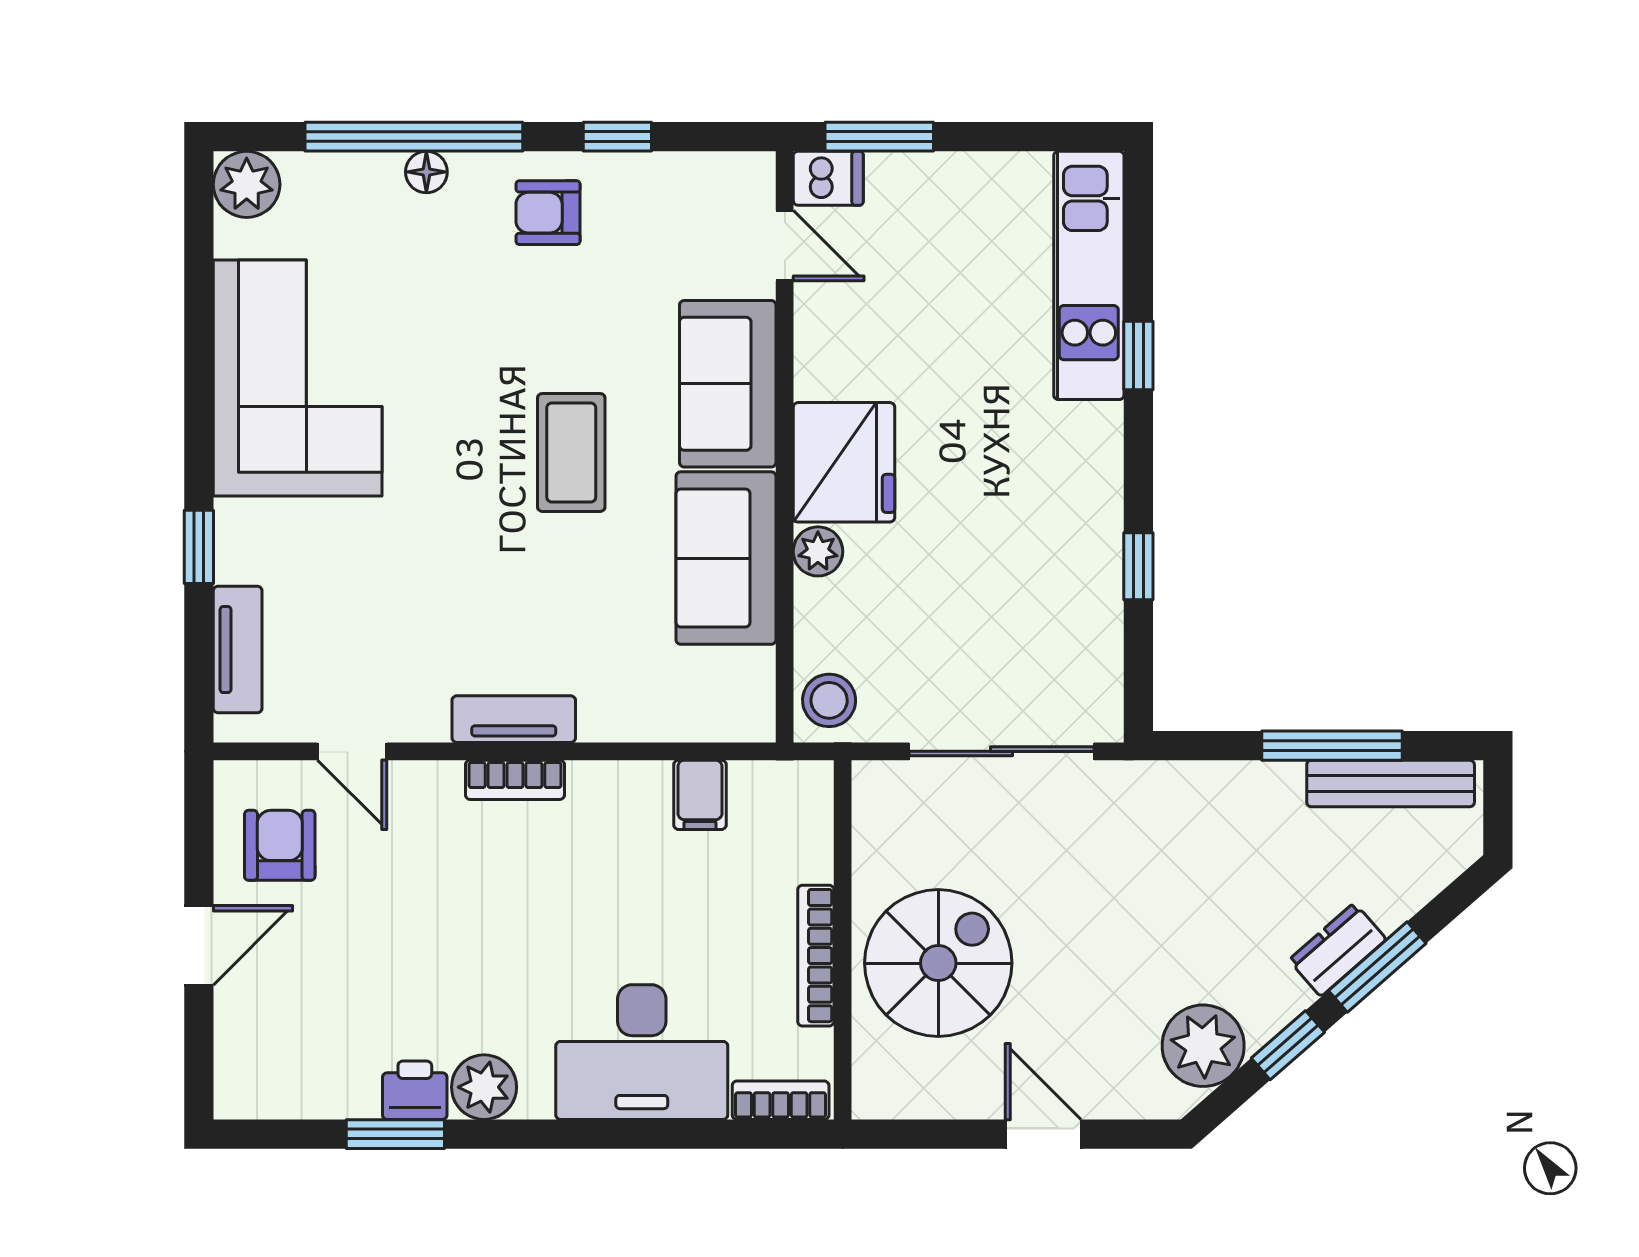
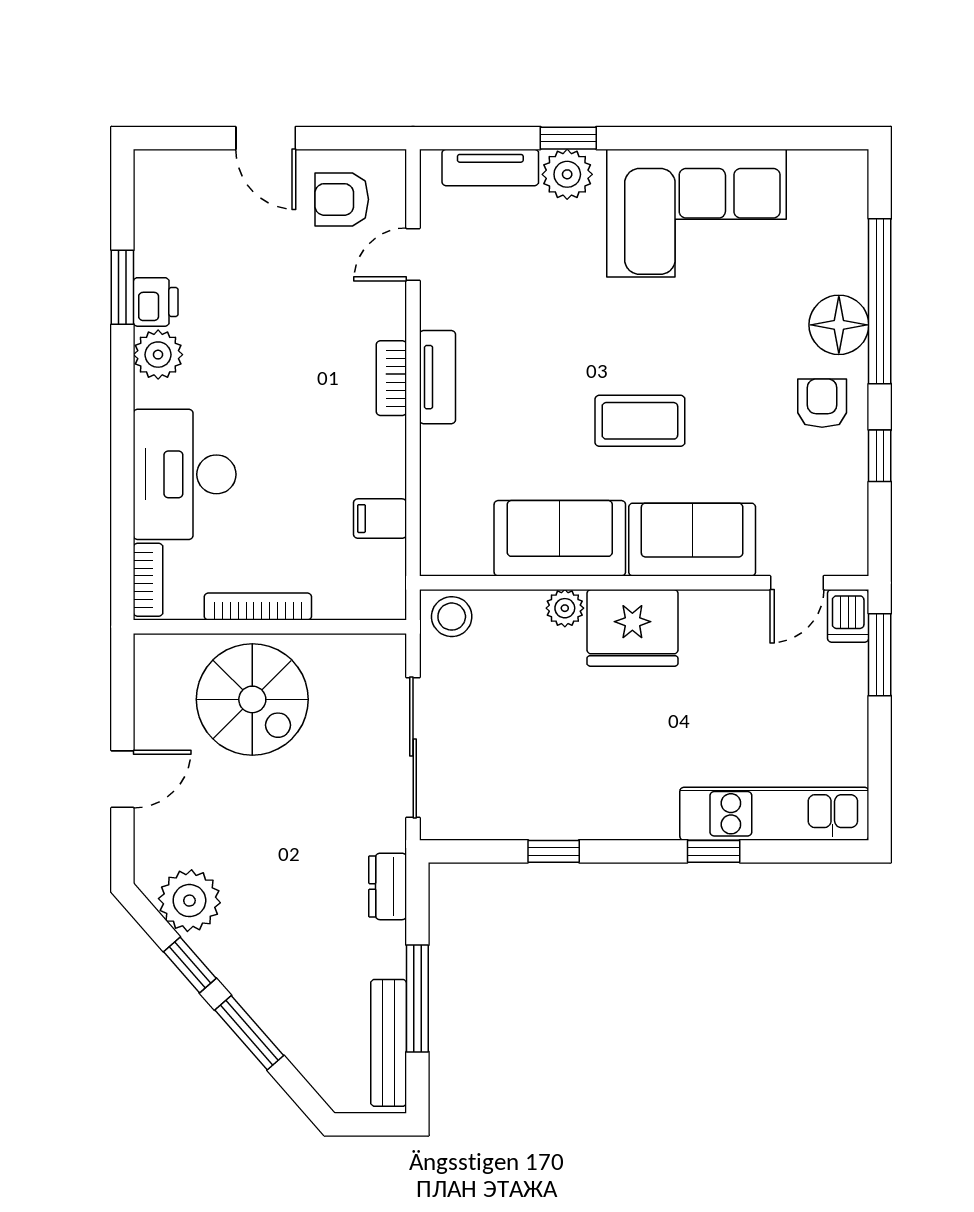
floor lamp: (426, 172) -> (839, 325), width x1.89, depth x1.89
plant: (247, 184) -> (567, 174), moved
armchair: (280, 845) -> (342, 199), turned 180
dresser: (1338, 950) -> (388, 886), moved, turned -139

